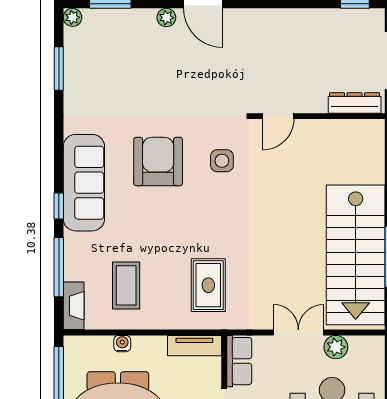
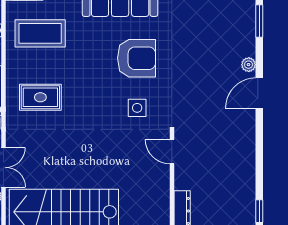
coffee table: (126, 285) -> (40, 33), width x1.36, depth x1.32

